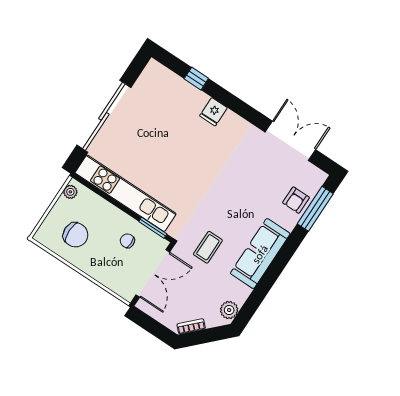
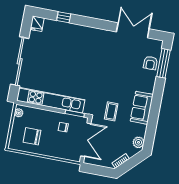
fridge: (213, 112) -> (37, 24), moved
chair: (76, 235) -> (32, 136), turned 180
sofa: (260, 254) -> (142, 108), width x0.73

